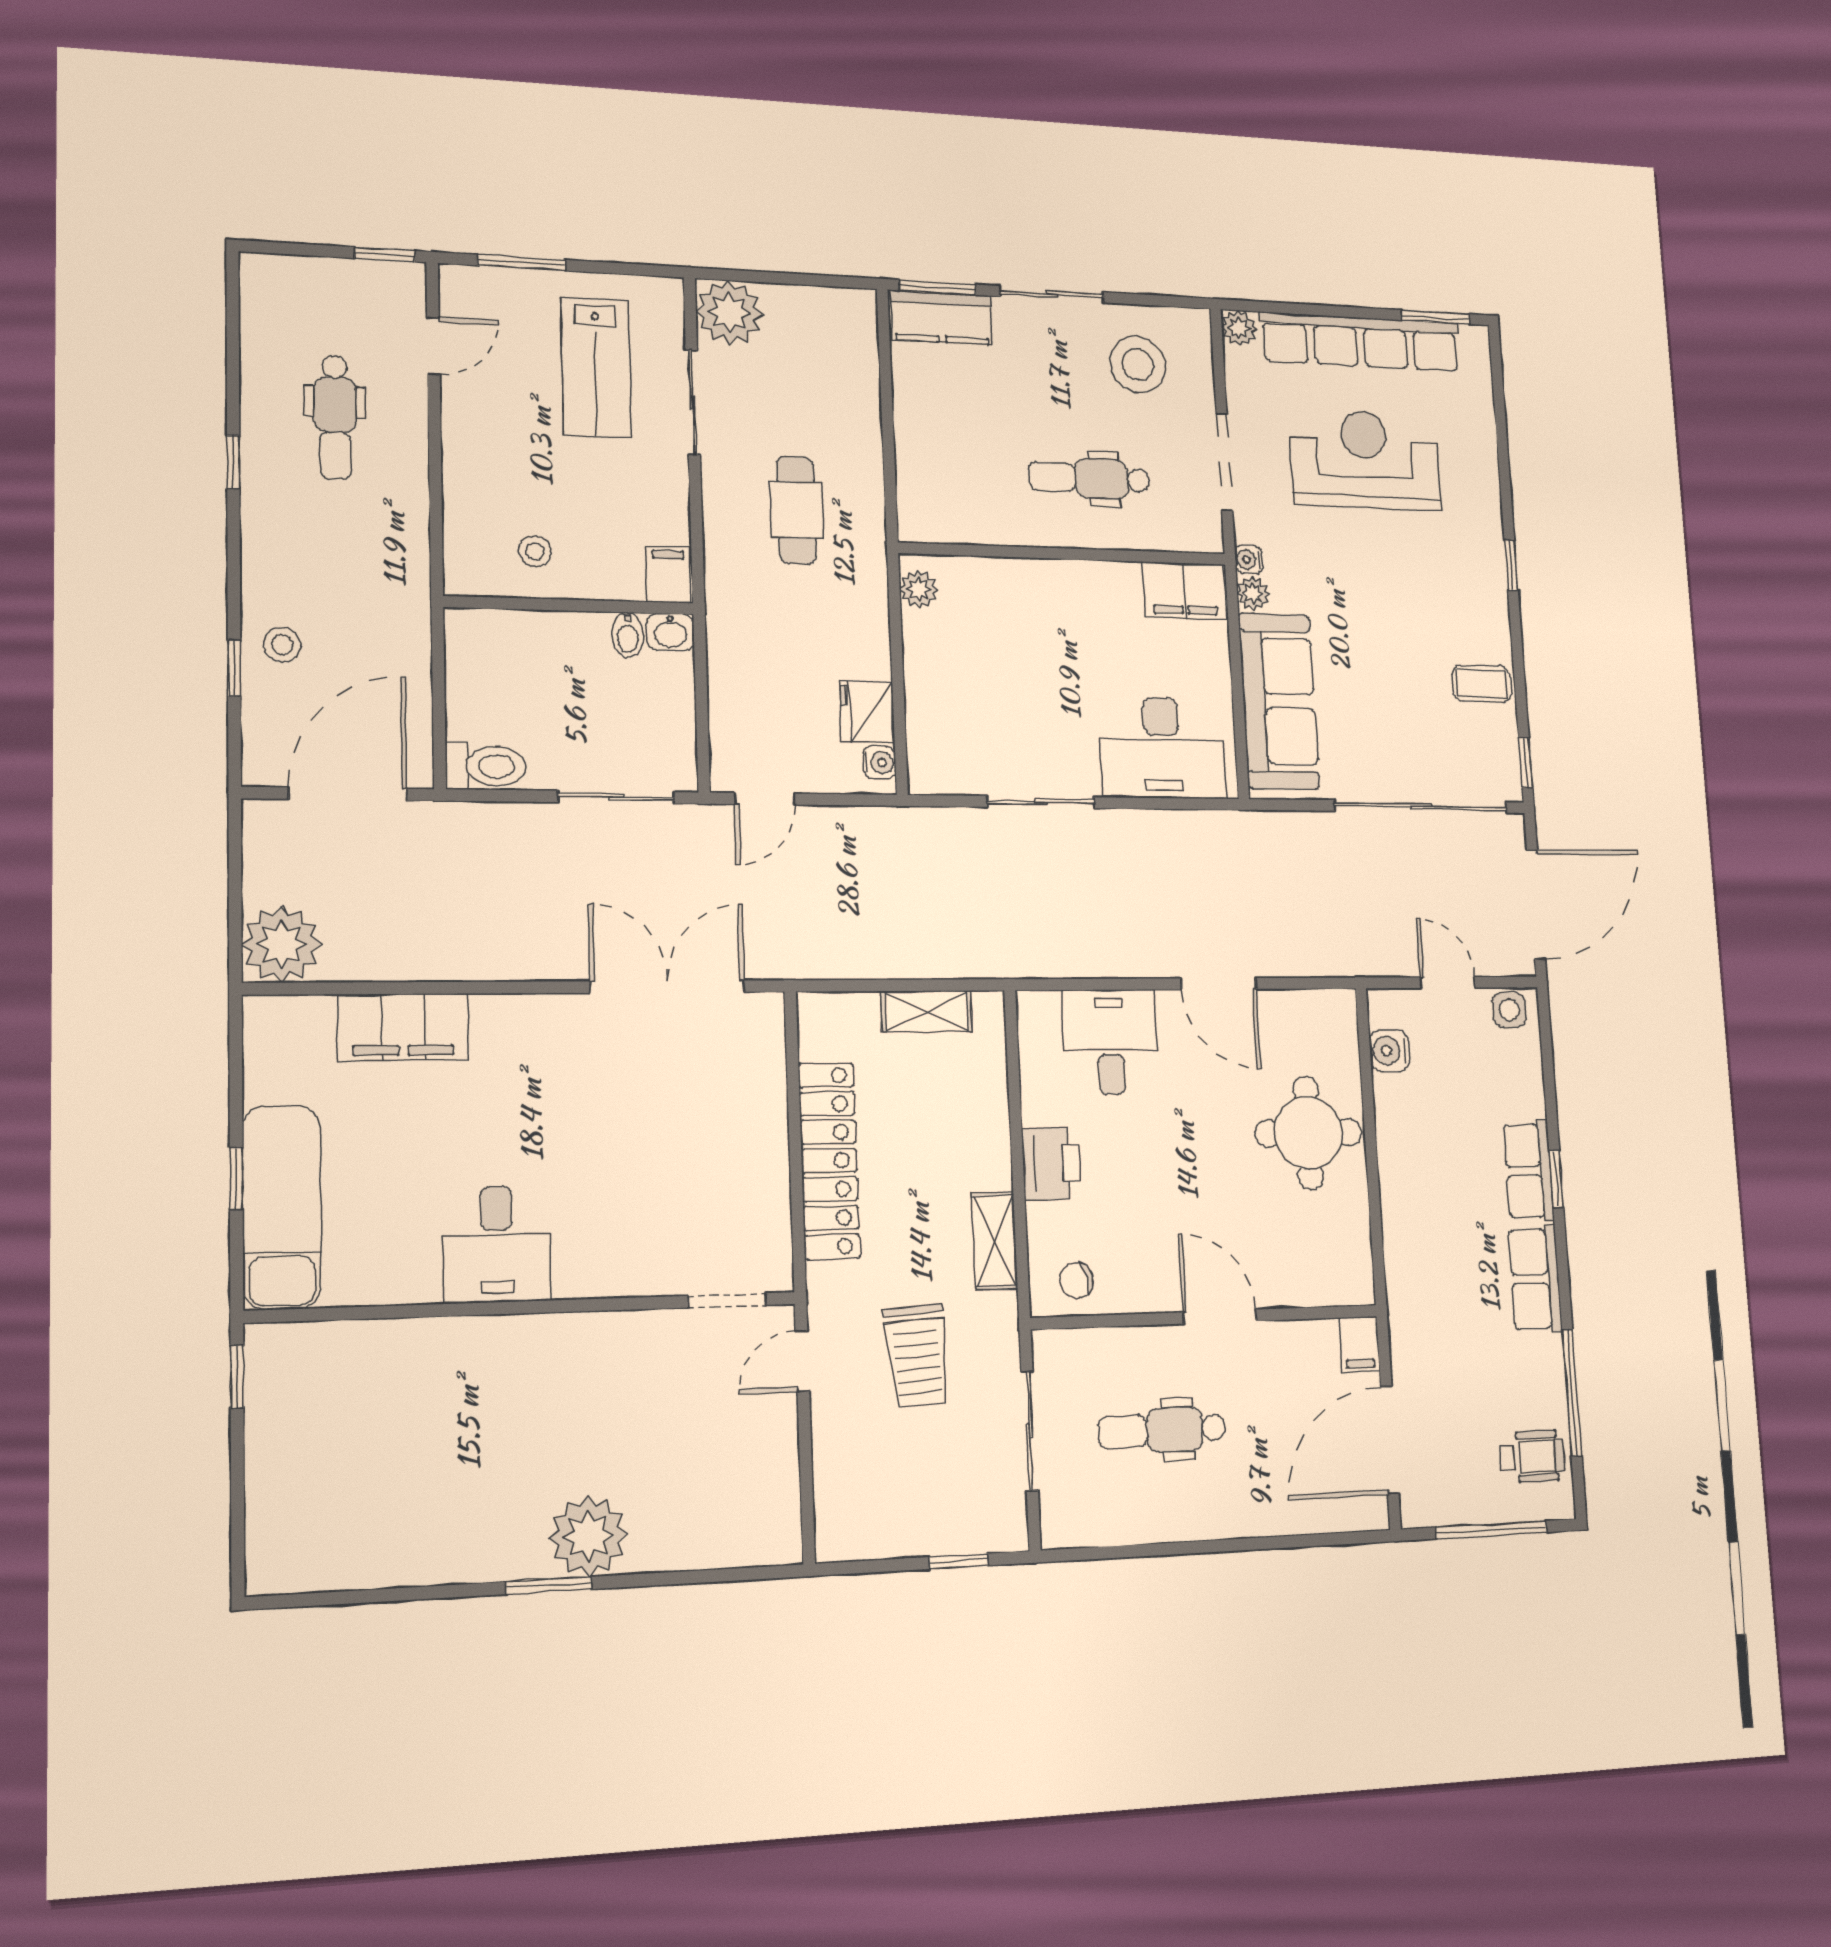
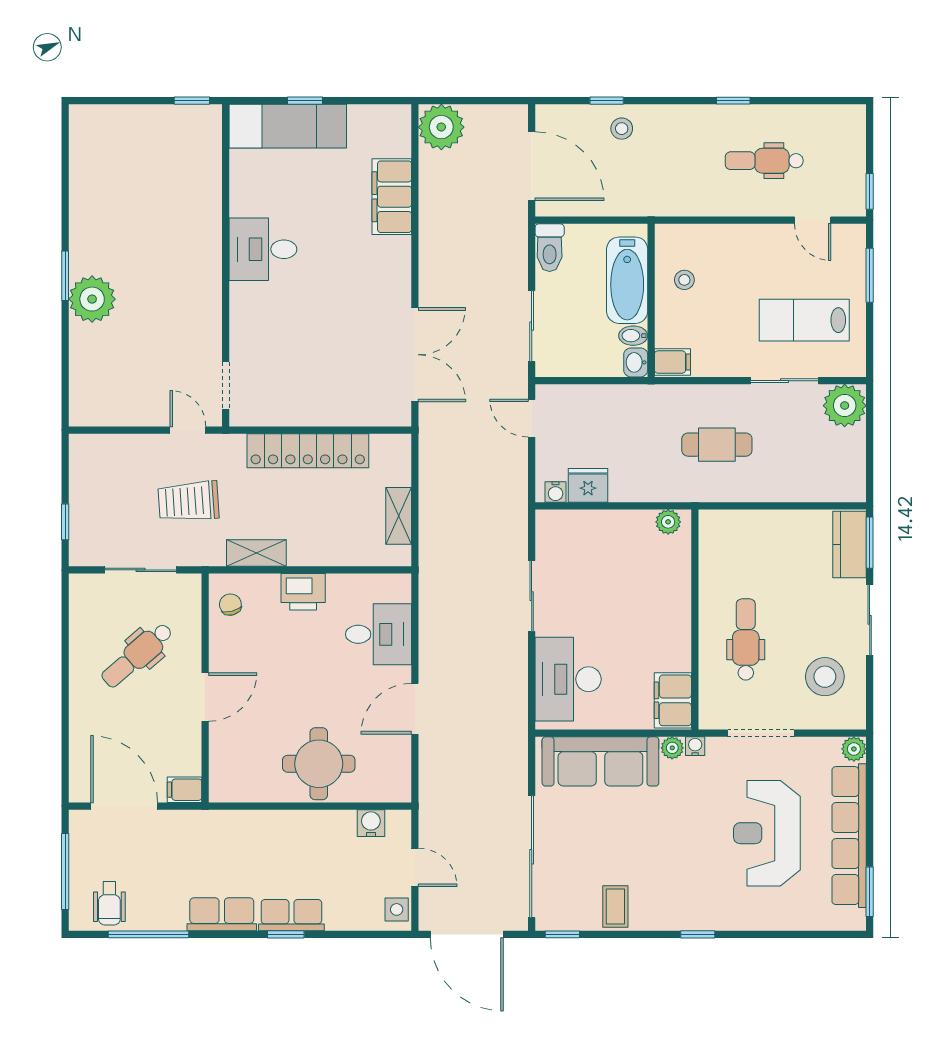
reception desk: (1365, 460) -> (767, 833), turned 180
bathtub: (537, 642) -> (627, 280), added
door: (1448, 982) -> (415, 867), hinge flipped
dental chair: (1162, 1430) -> (137, 655), turned -131

